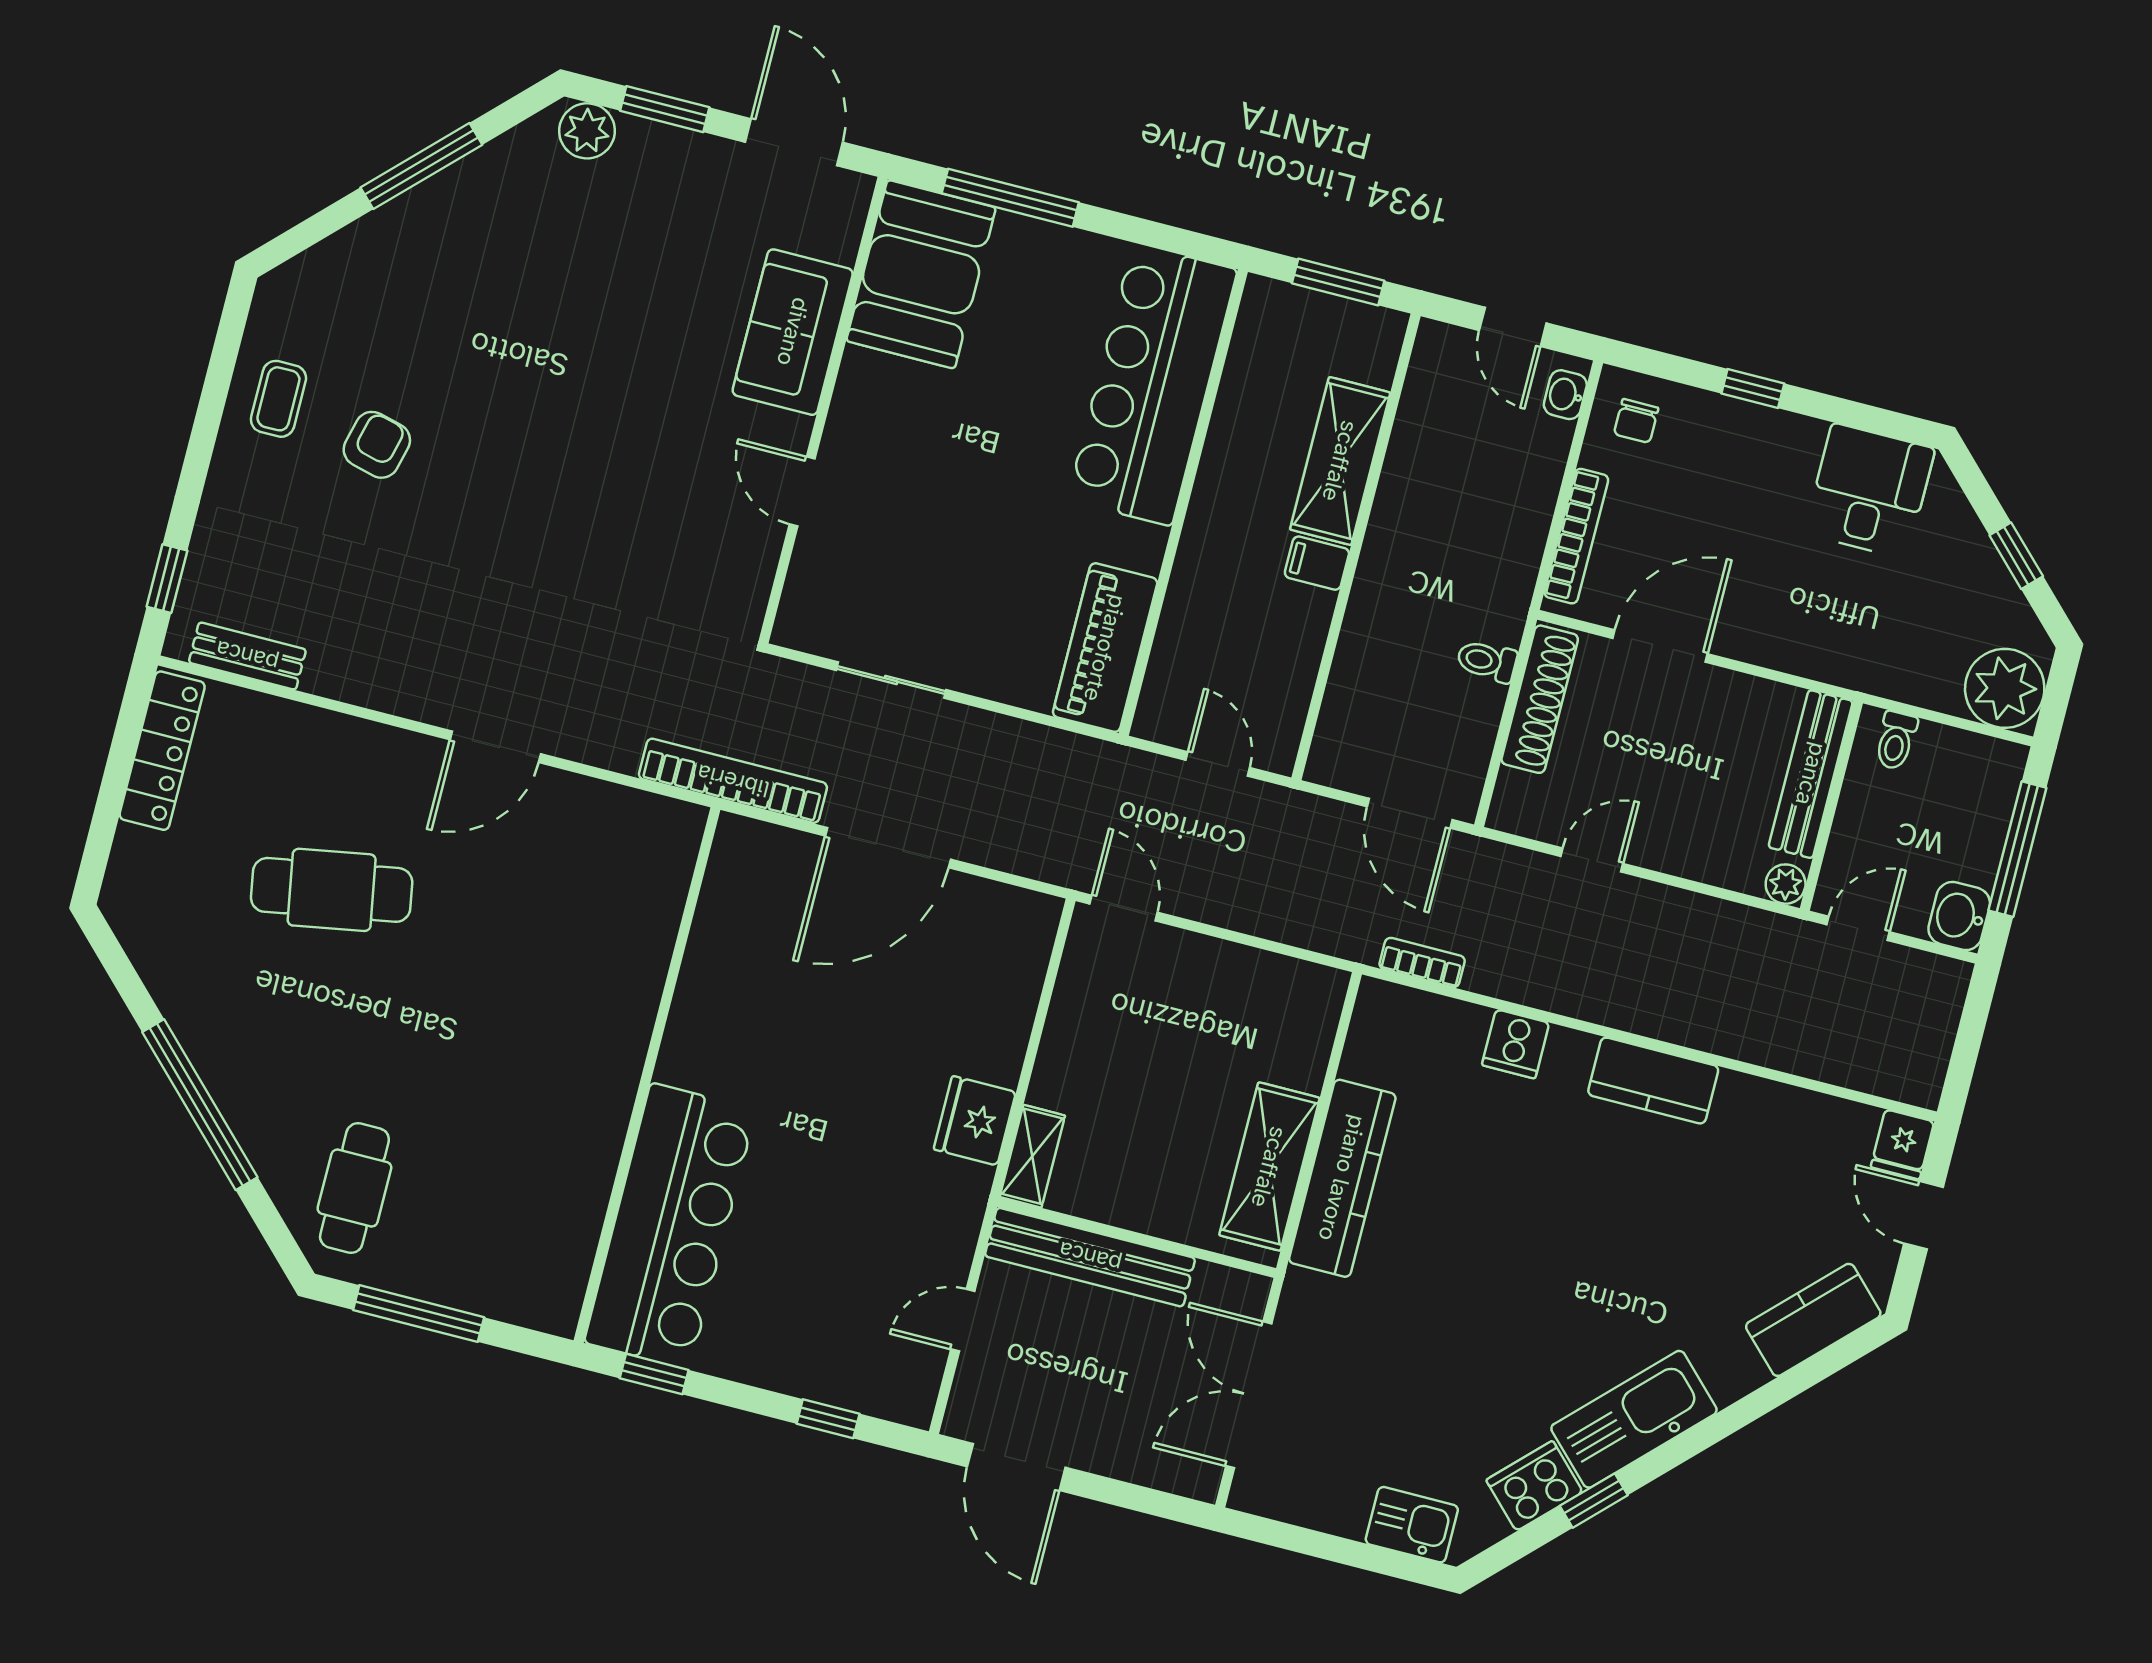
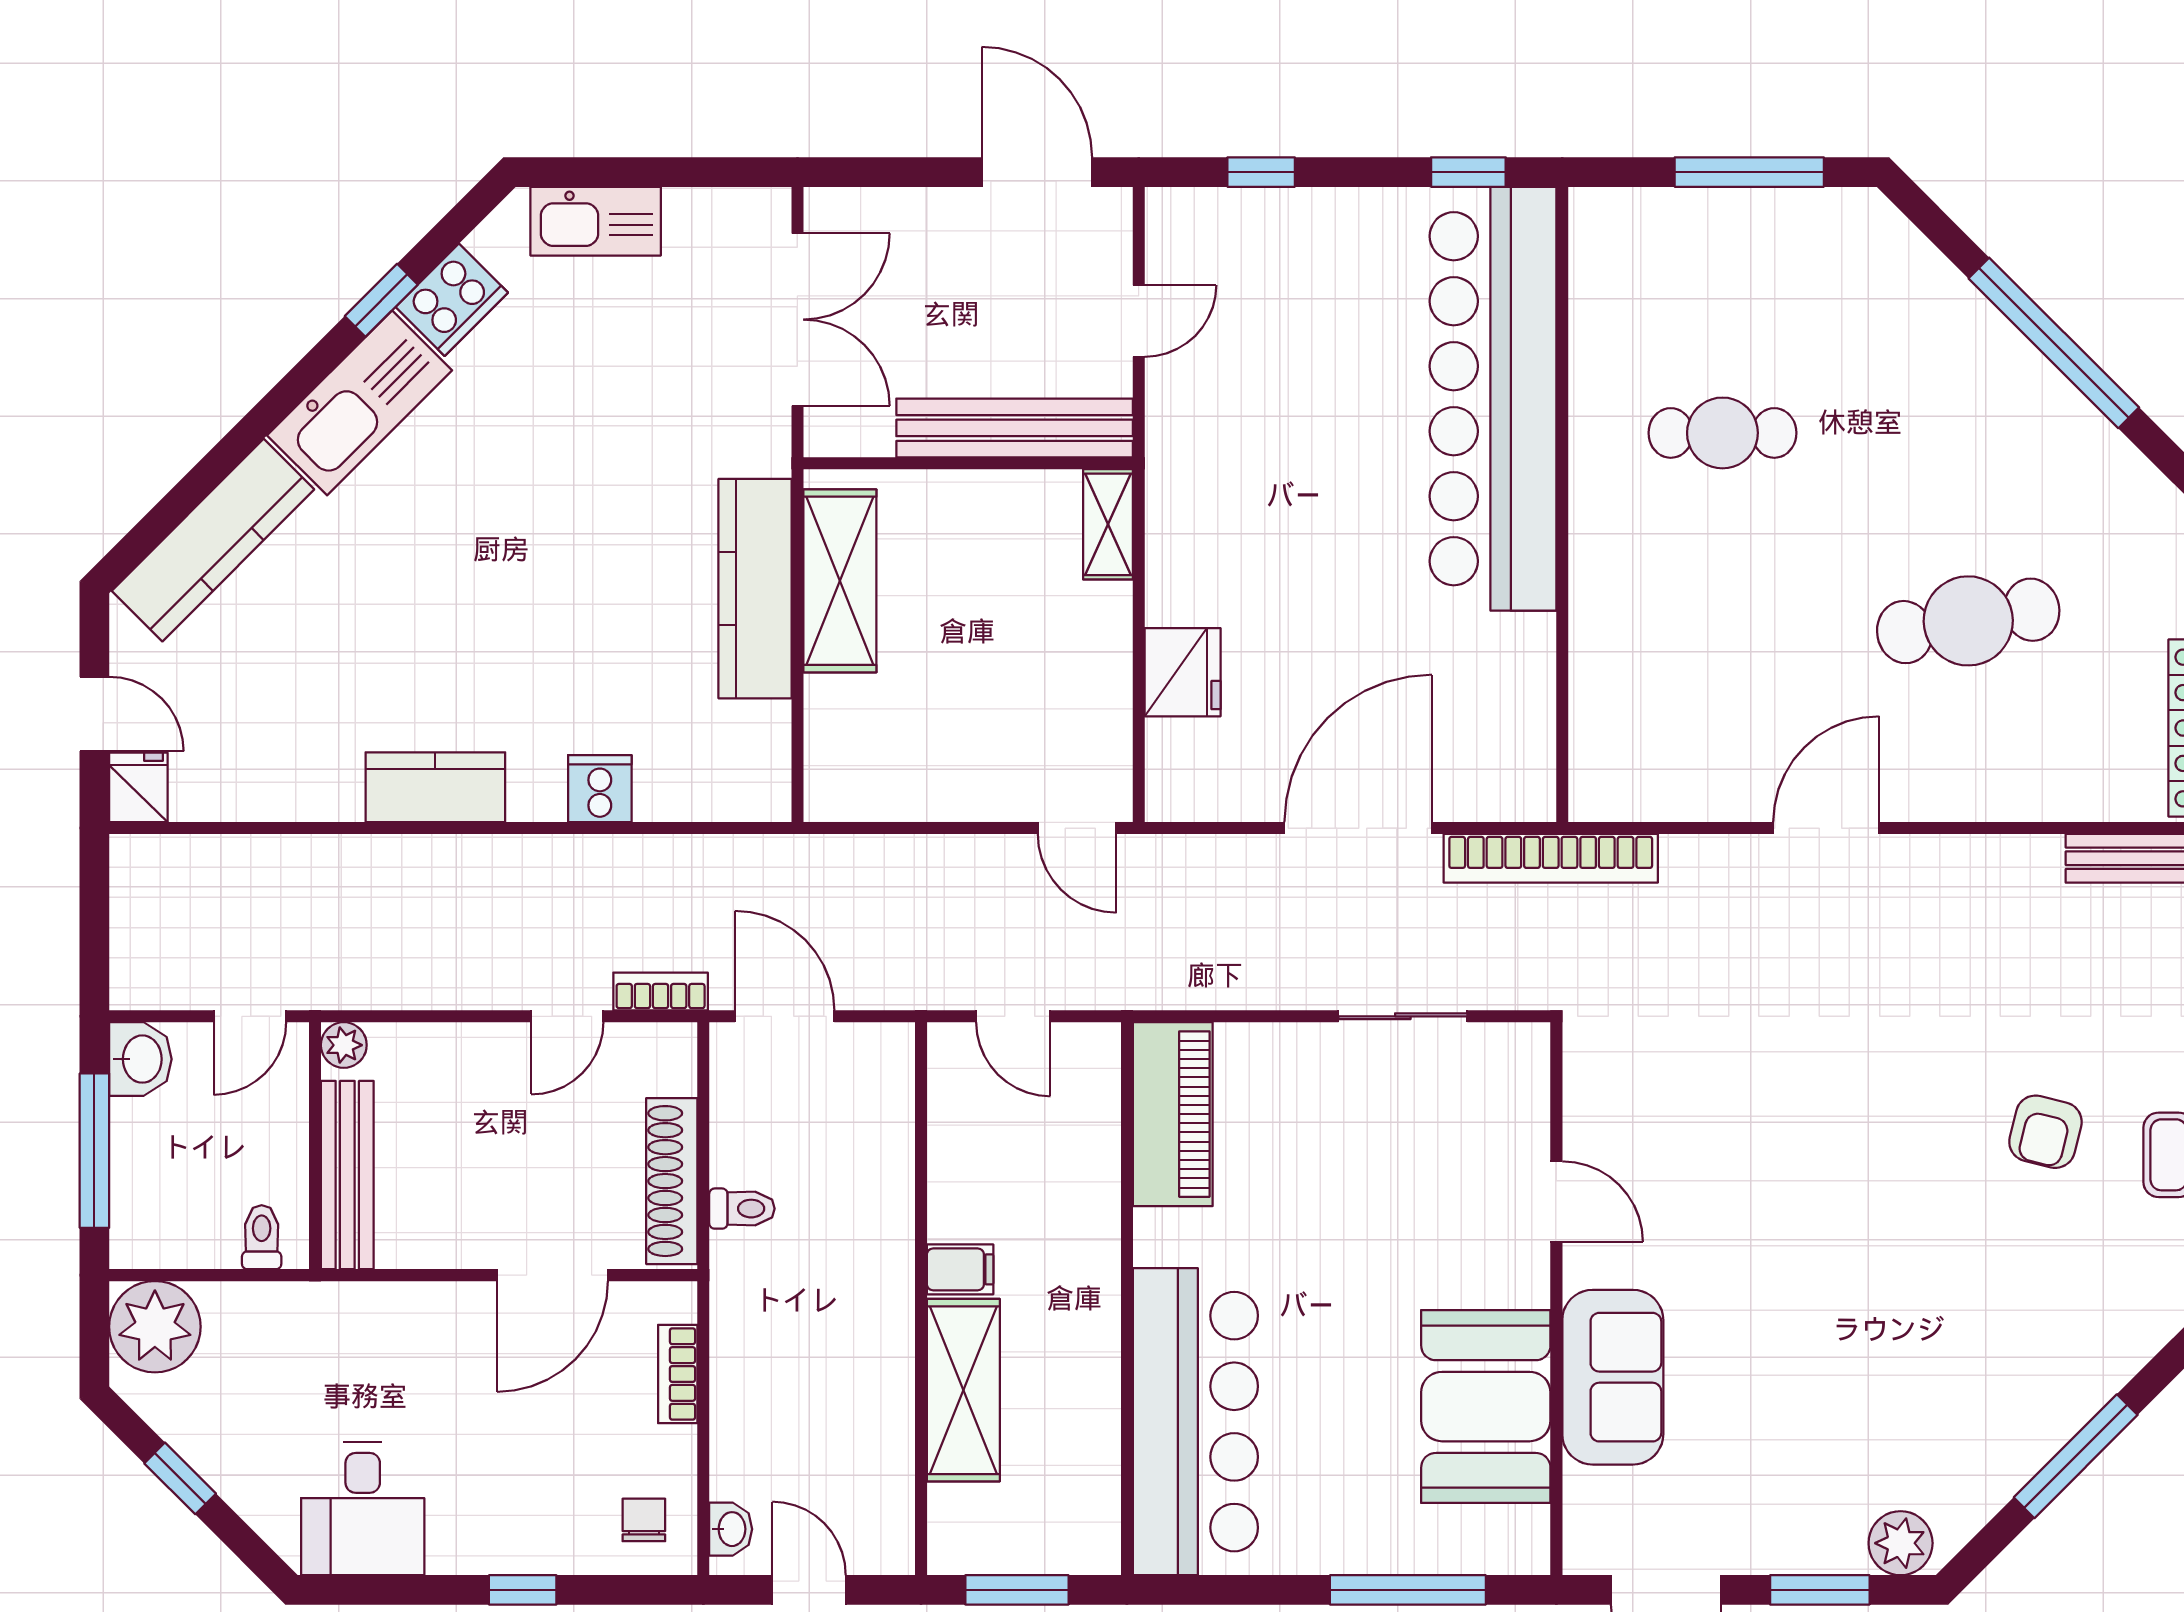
booth: (921, 274) -> (1486, 1407), moved
bookcase: (1576, 536) -> (678, 1374), width x0.64
bookcase: (1422, 963) -> (661, 991), moved, turned 180
fridge: (975, 1121) -> (1183, 672), moved
cafe table: (354, 1188) -> (1722, 433), moved, turned 90
bar counter: (670, 1226) -> (1493, 399), width x1.36
kitchen counter: (1813, 1320) -> (213, 540), width x1.50
kitchen sink: (1412, 1525) -> (596, 221), width x1.38

